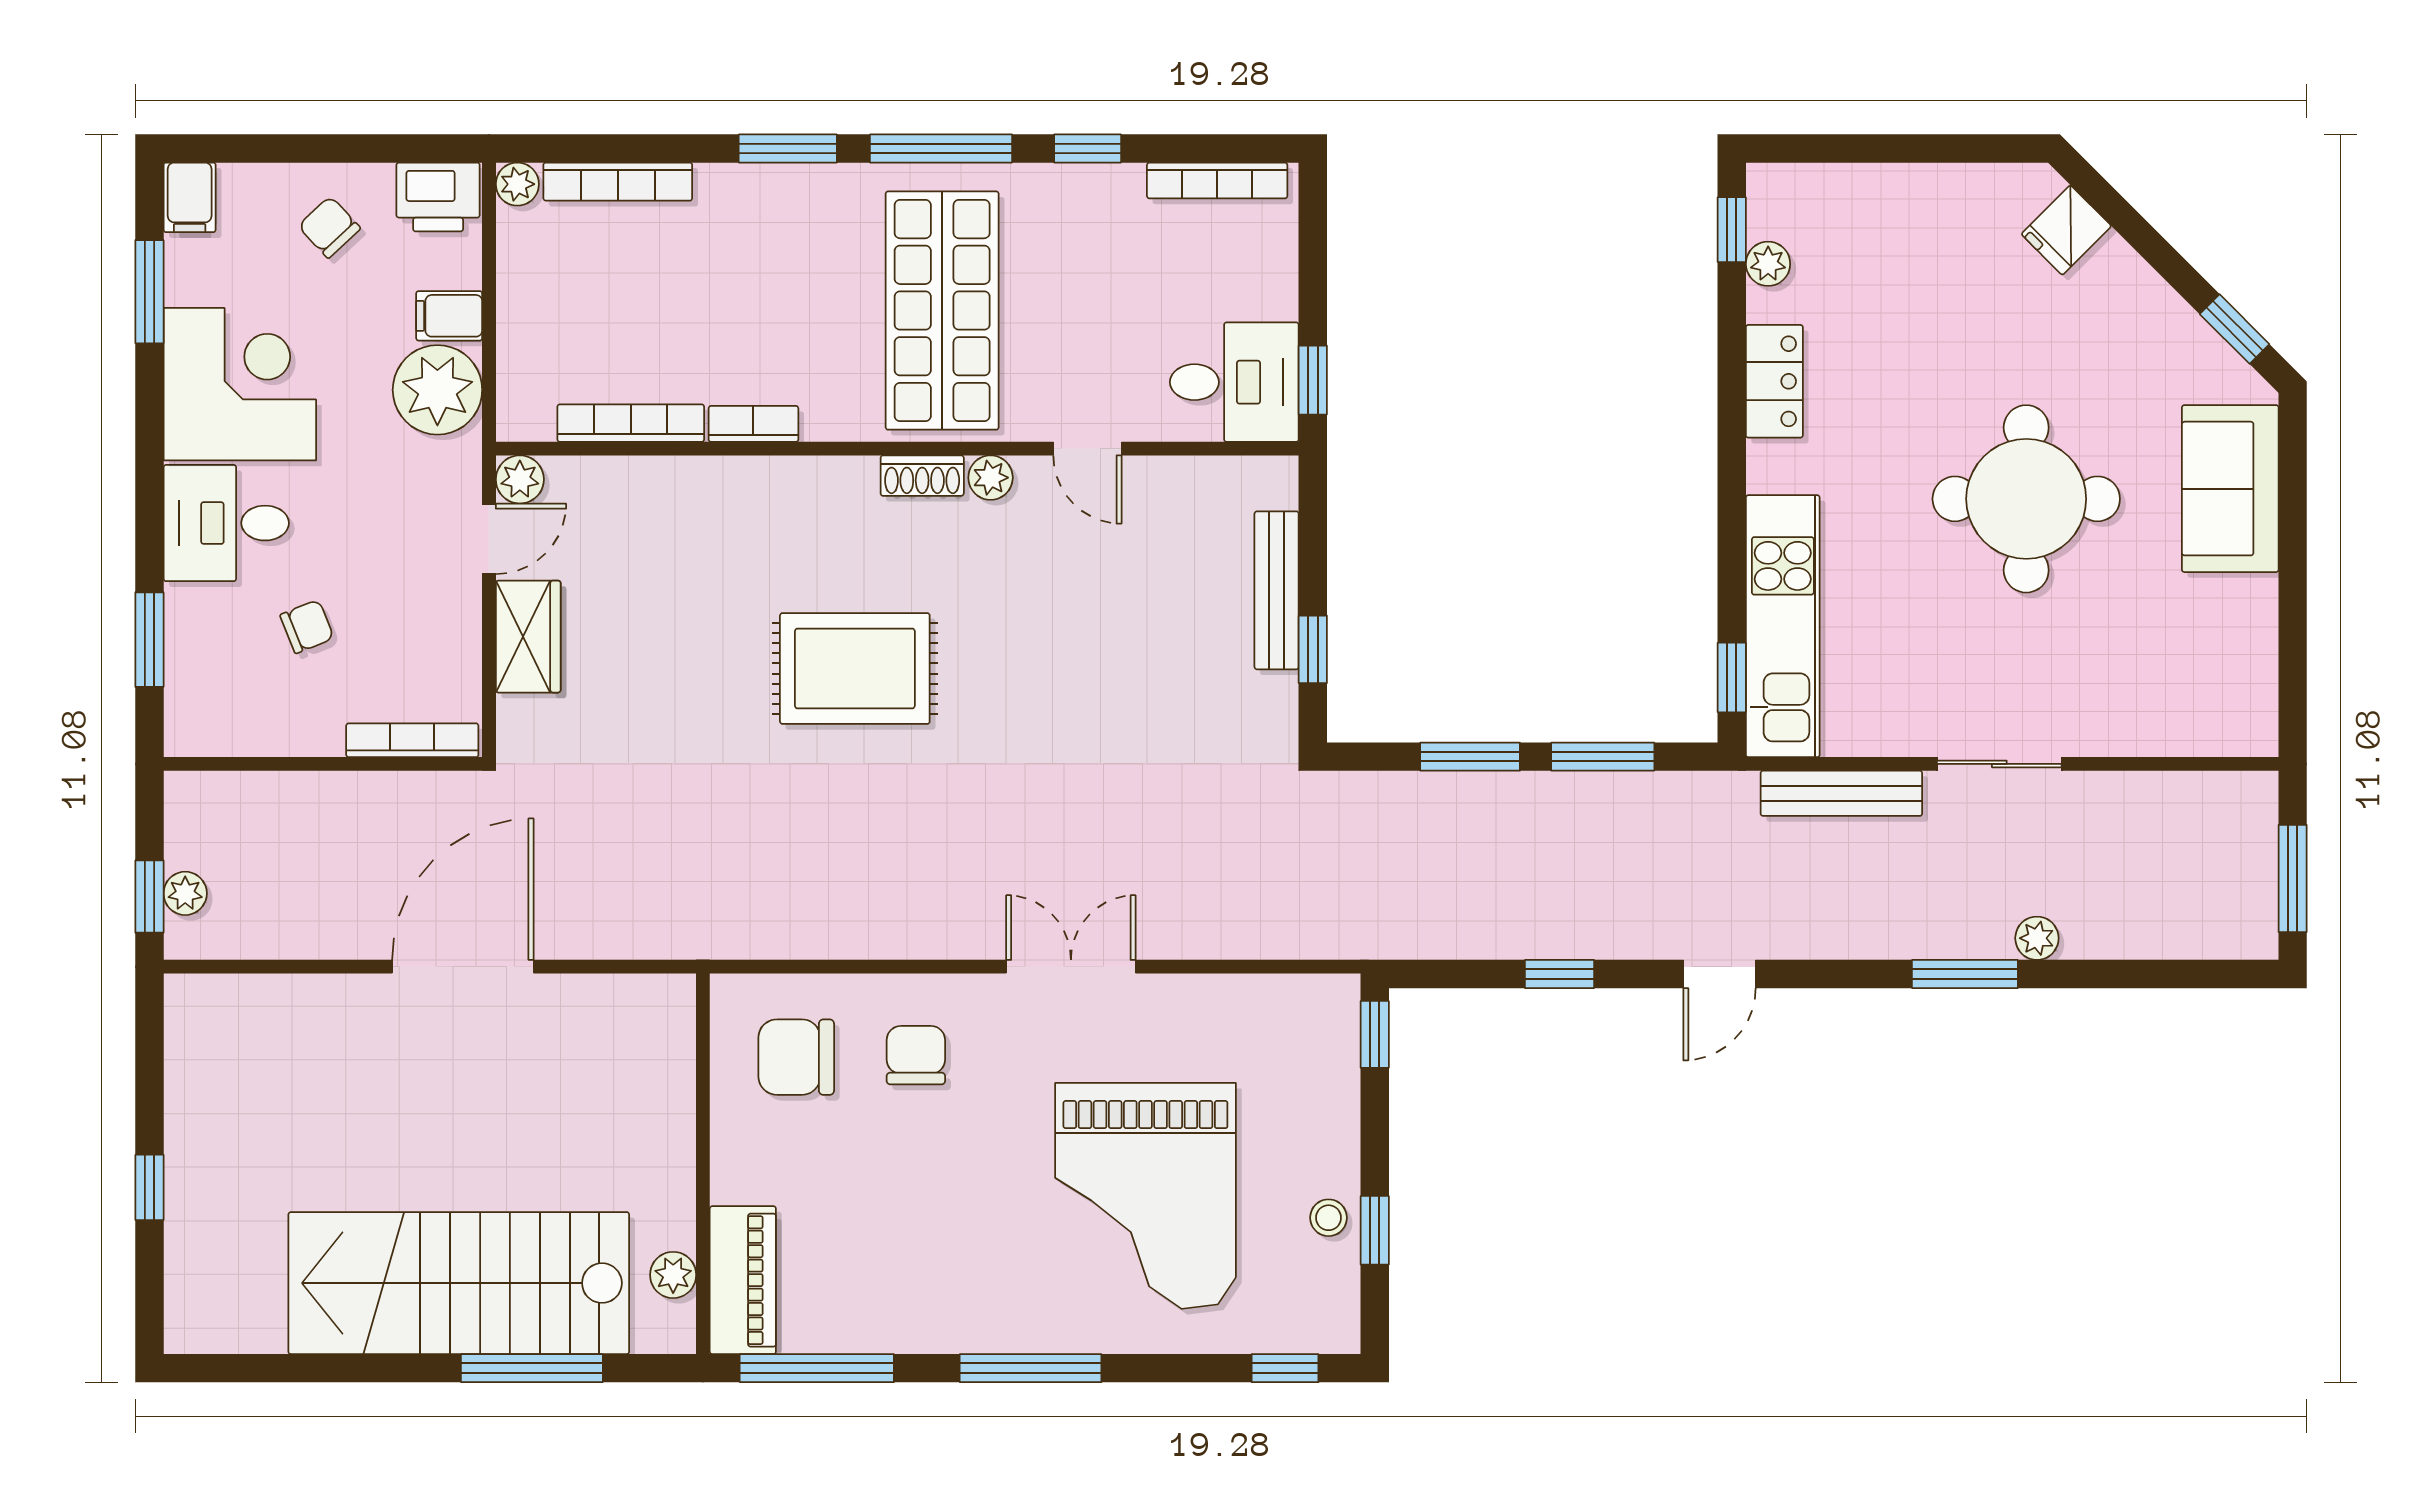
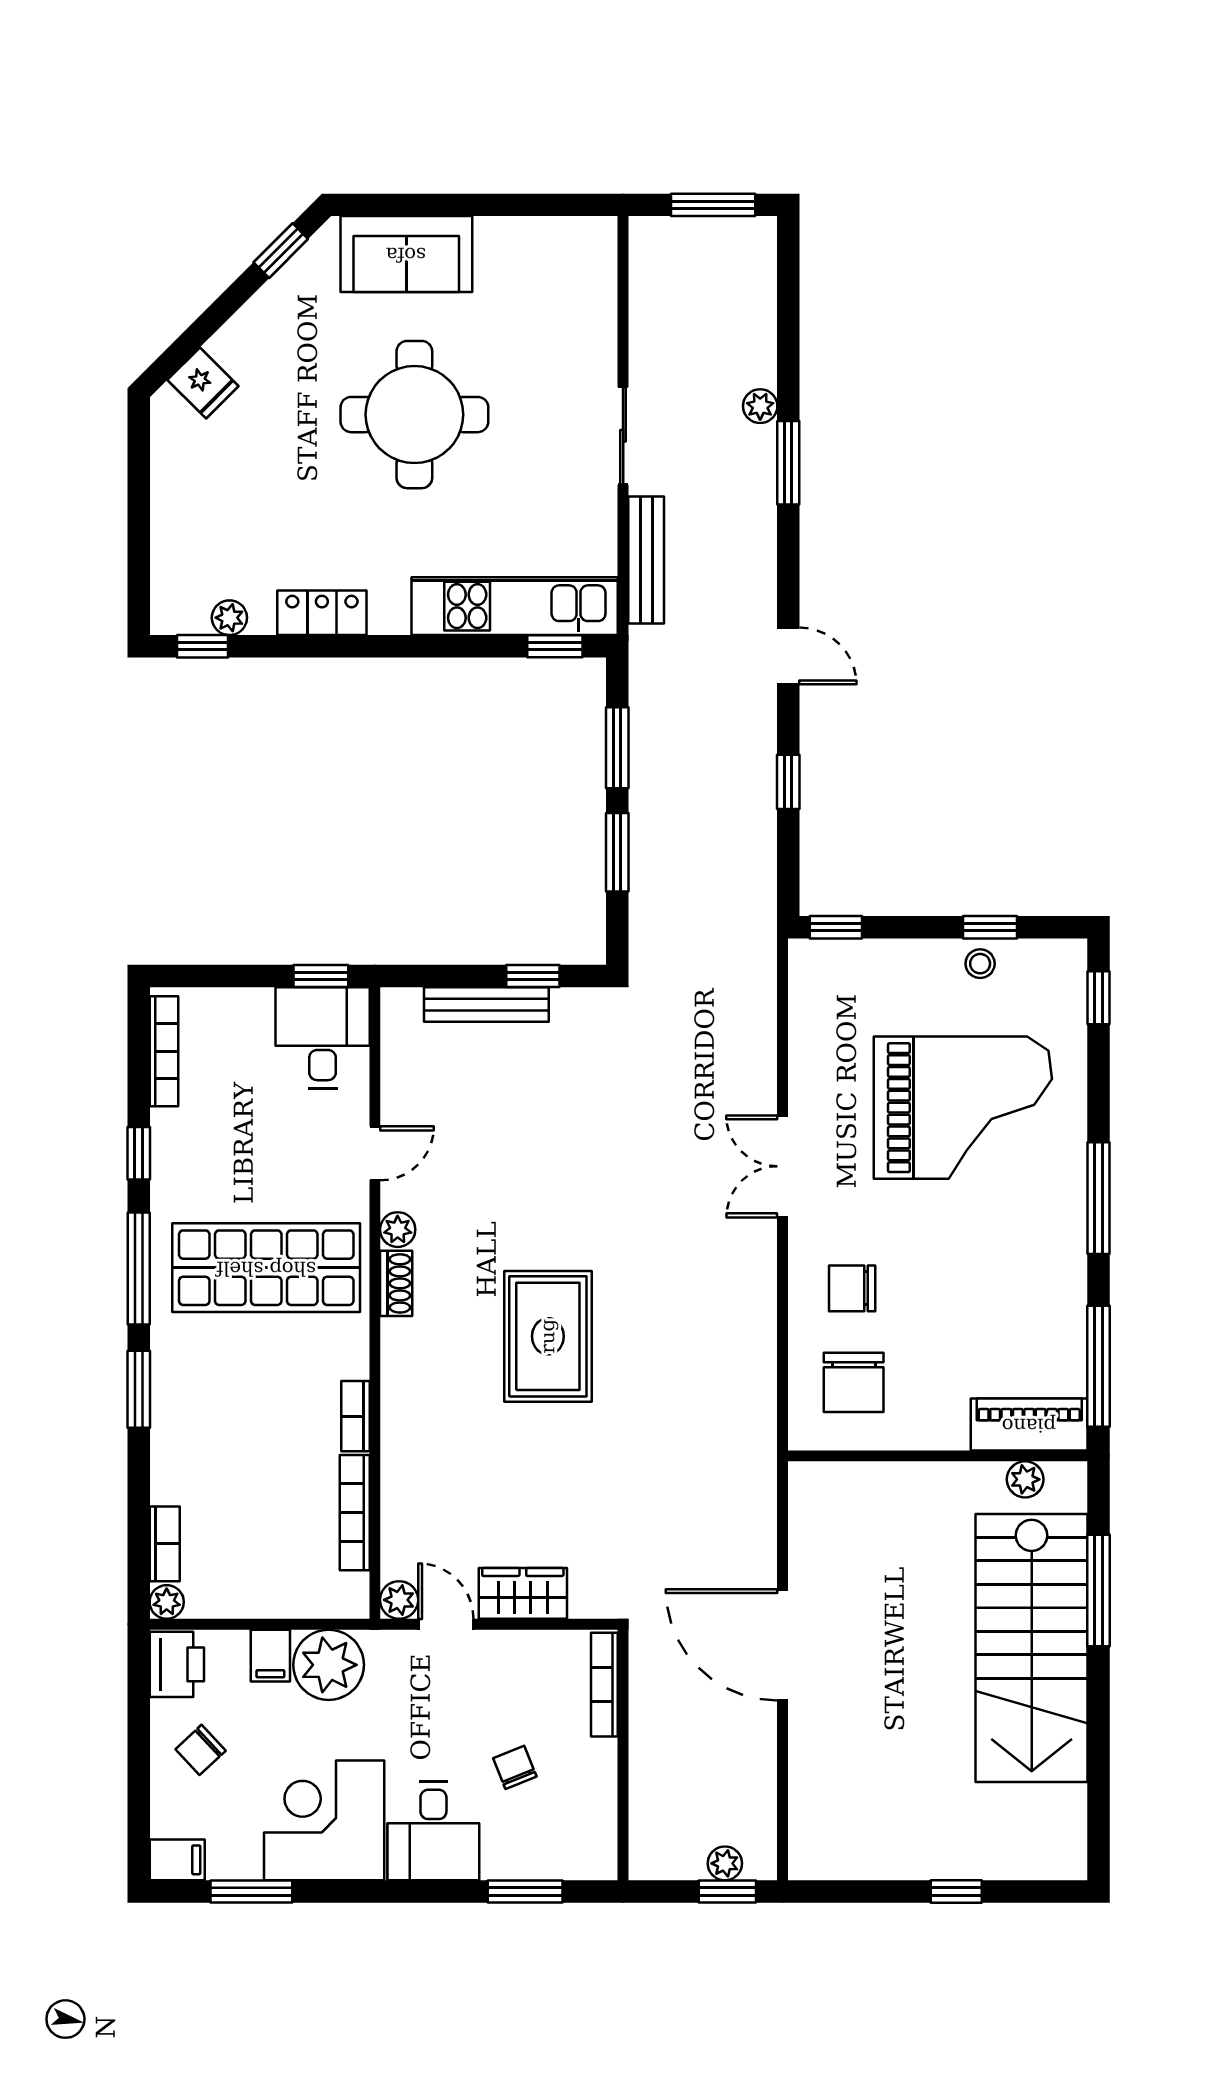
bookcase: (618, 182) -> (165, 1544), width x0.64

